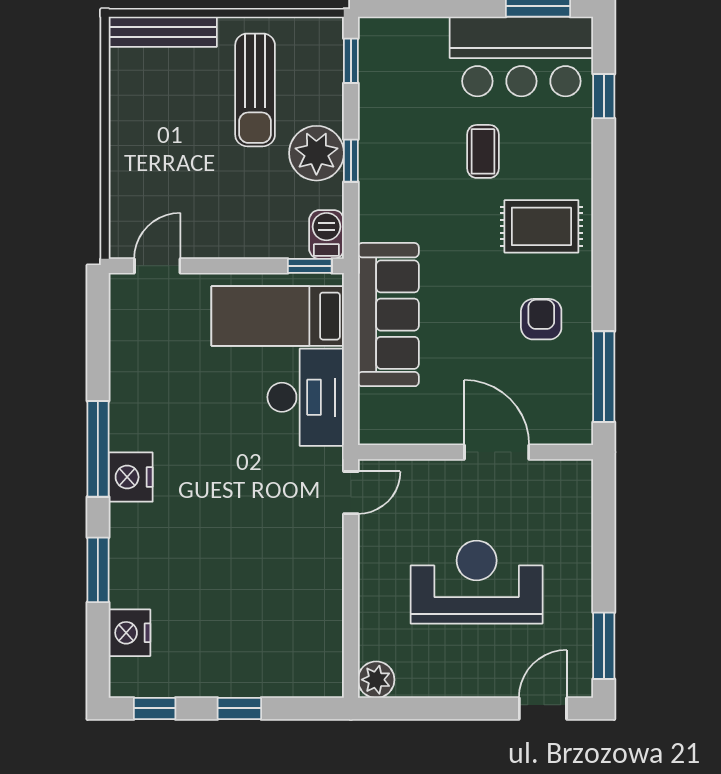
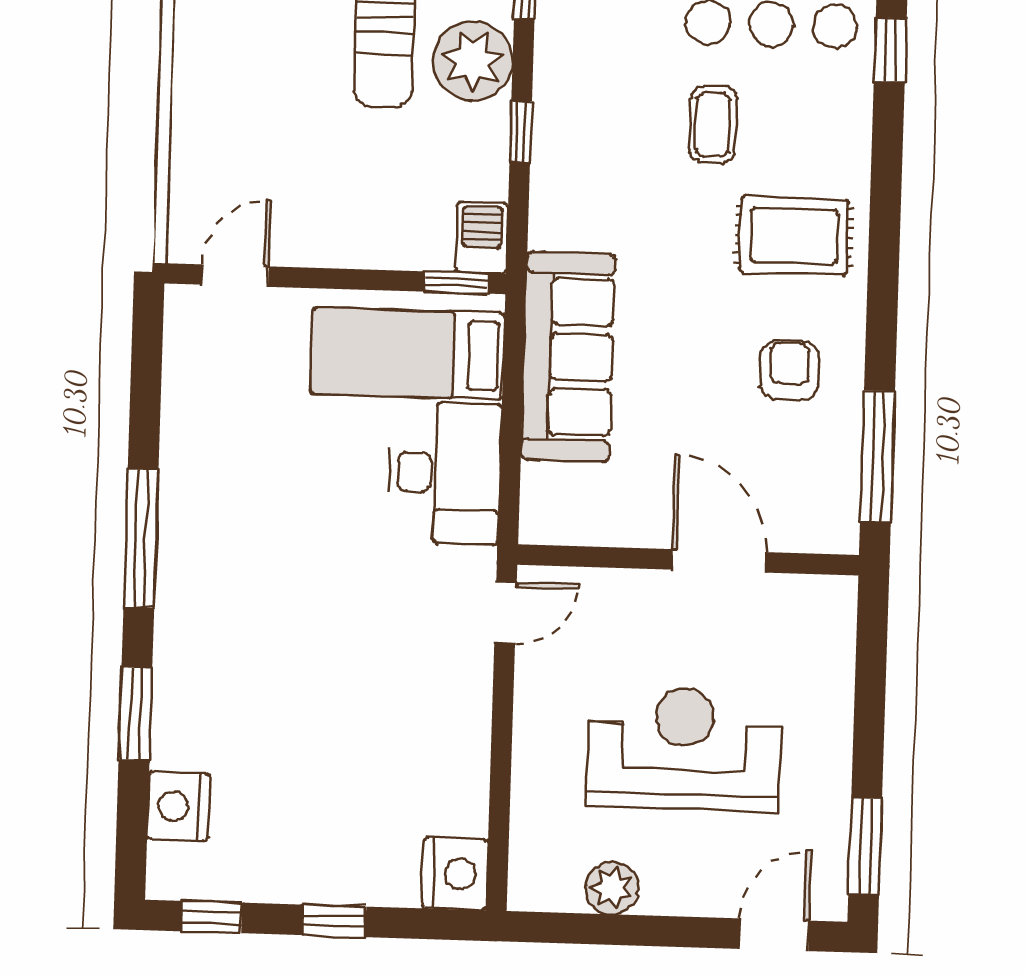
plant: (316, 153) -> (473, 61), moved
nightstand: (131, 477) -> (455, 874), moved, turned 180
plant: (376, 680) -> (612, 888), moved

